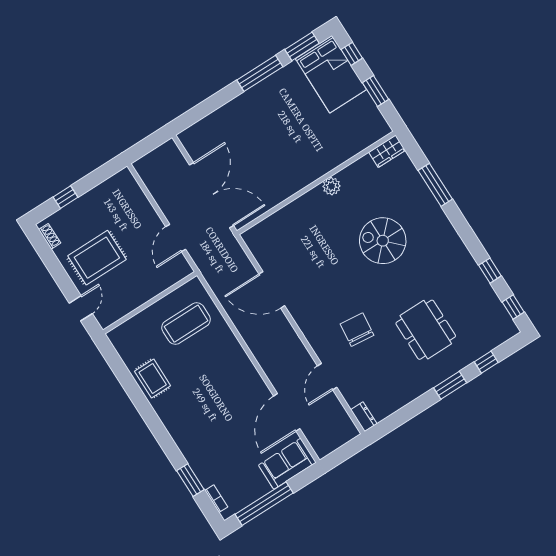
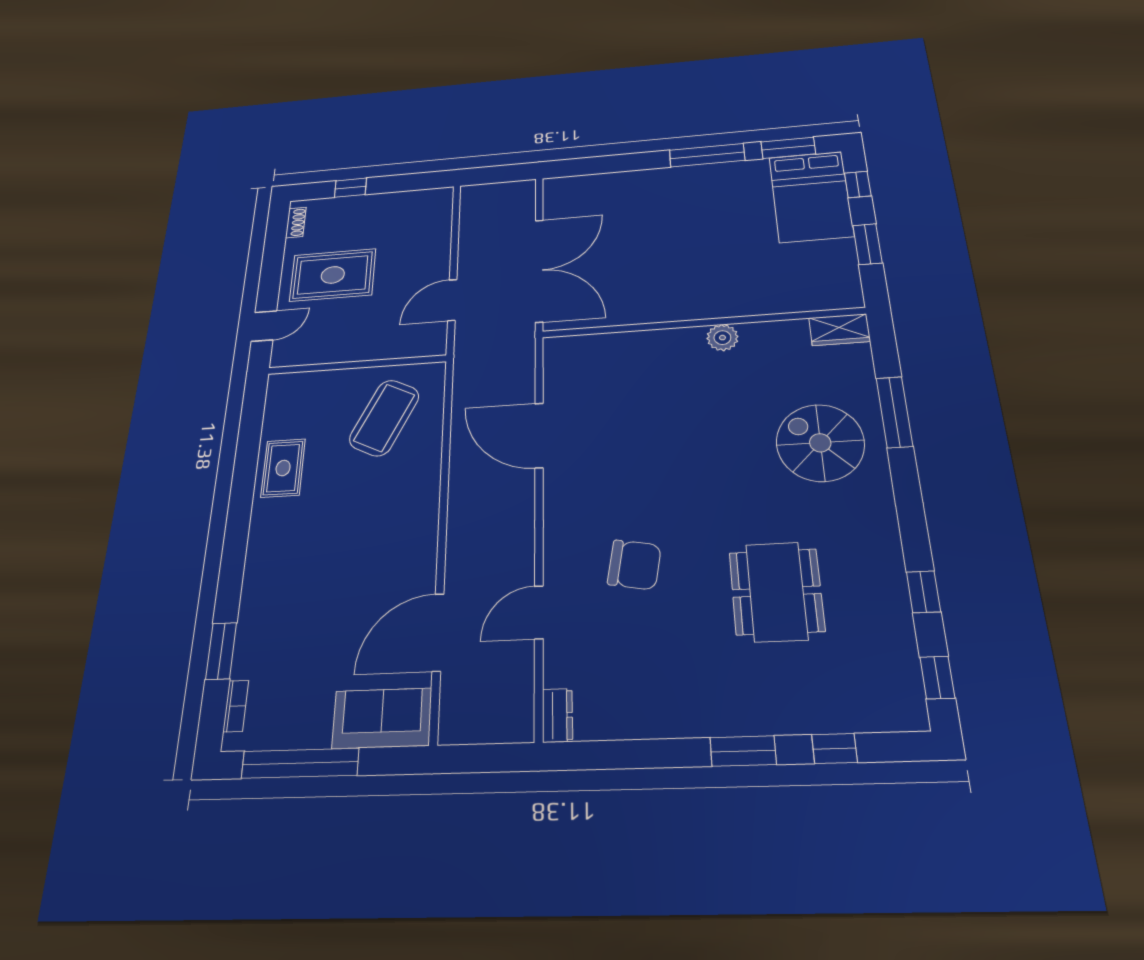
spiral stairs: (383, 241) -> (820, 443), moved
coffee table: (186, 324) -> (384, 418), turned -64
chair: (357, 330) -> (634, 565), turned 94
dining table: (426, 330) -> (777, 592), moved

